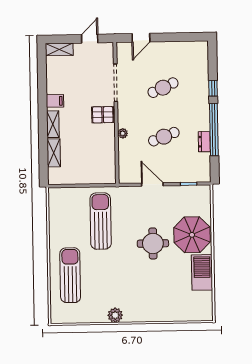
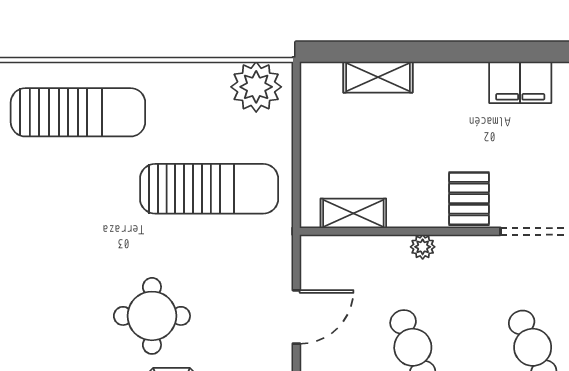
filing cabinet: (55, 101) -> (520, 82), width x2.00
shelving: (53, 124) -> (353, 213), moved
plant: (59, 203) -> (256, 87), added

